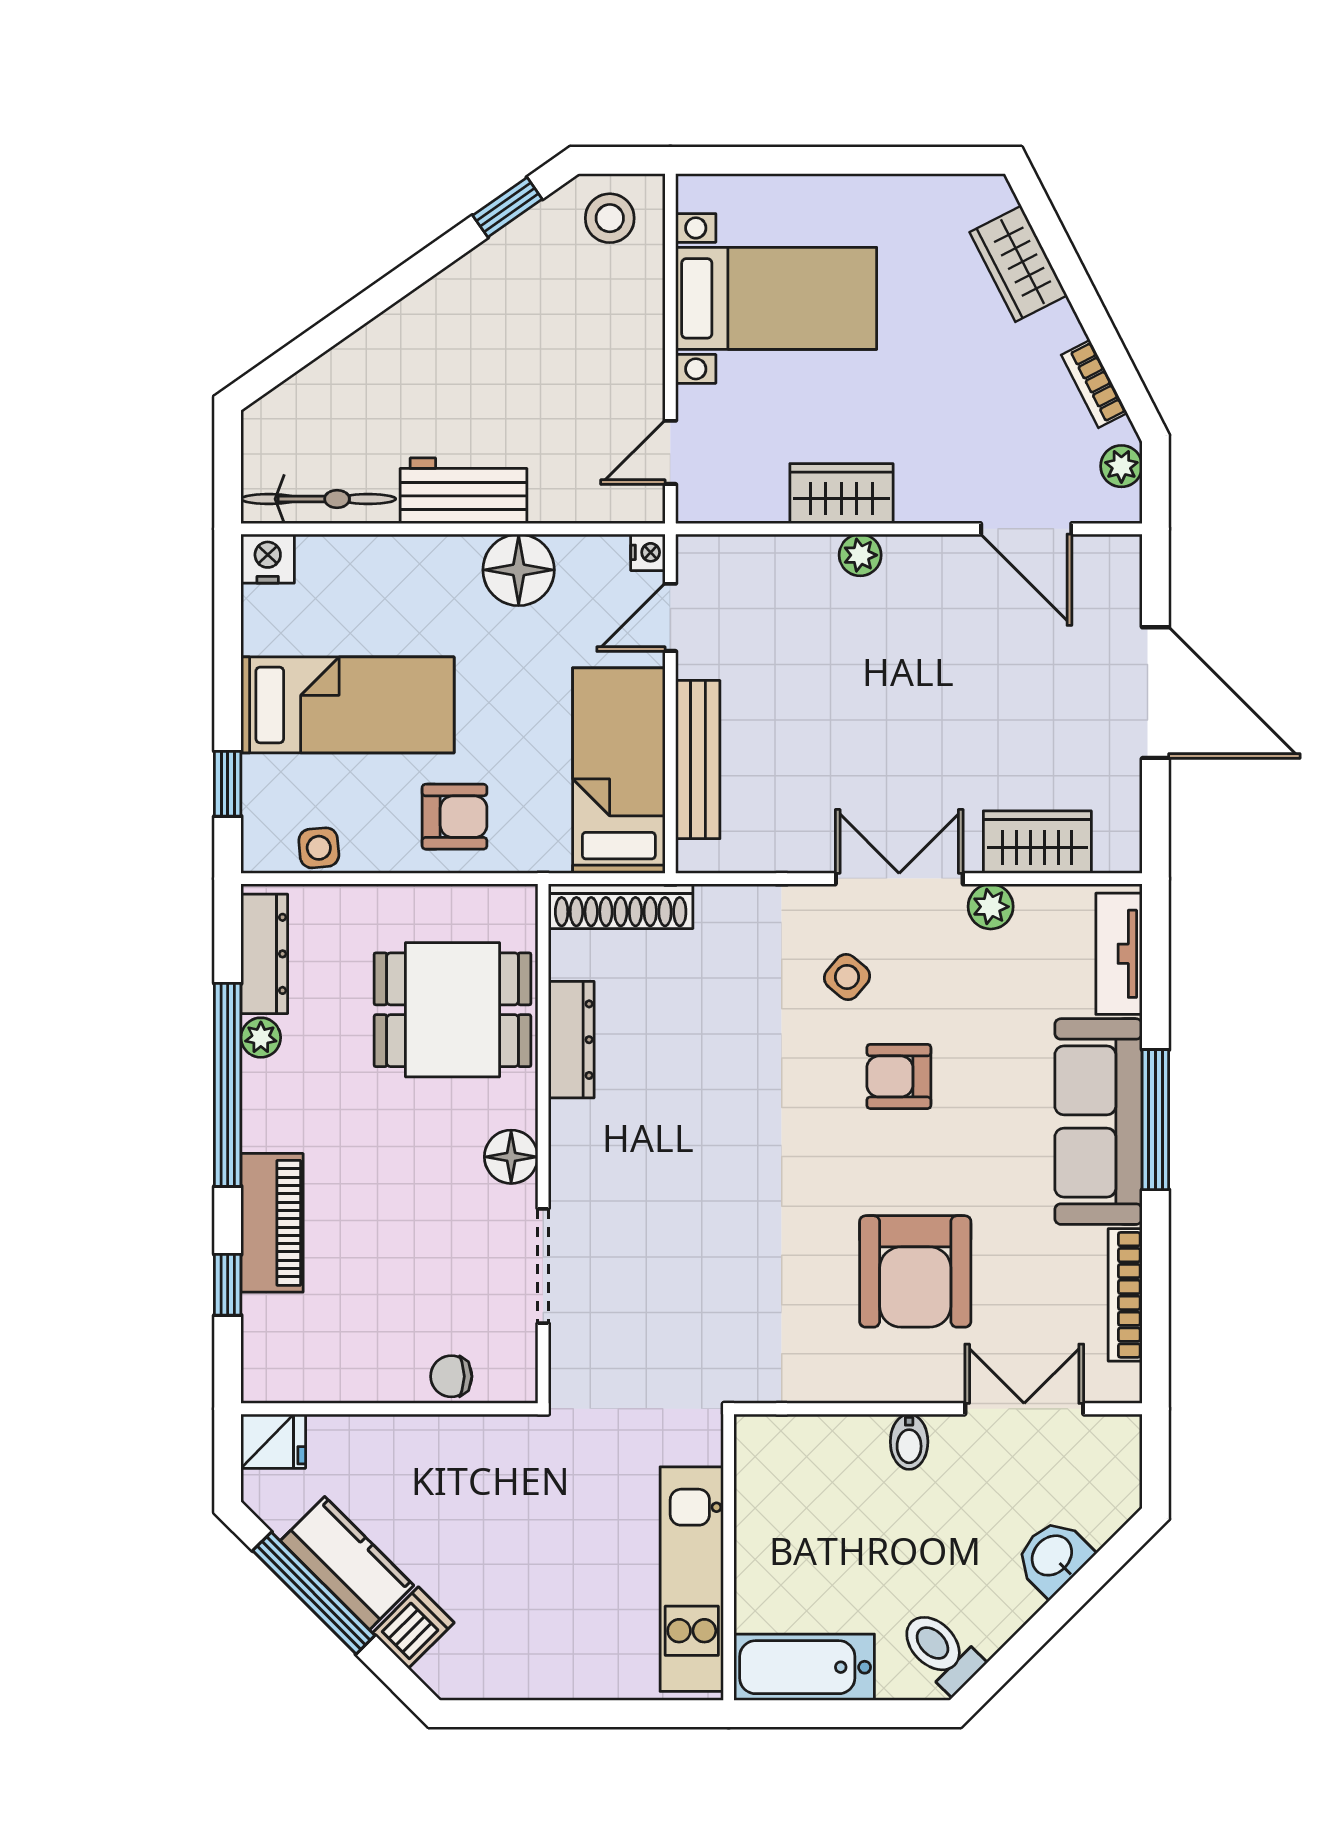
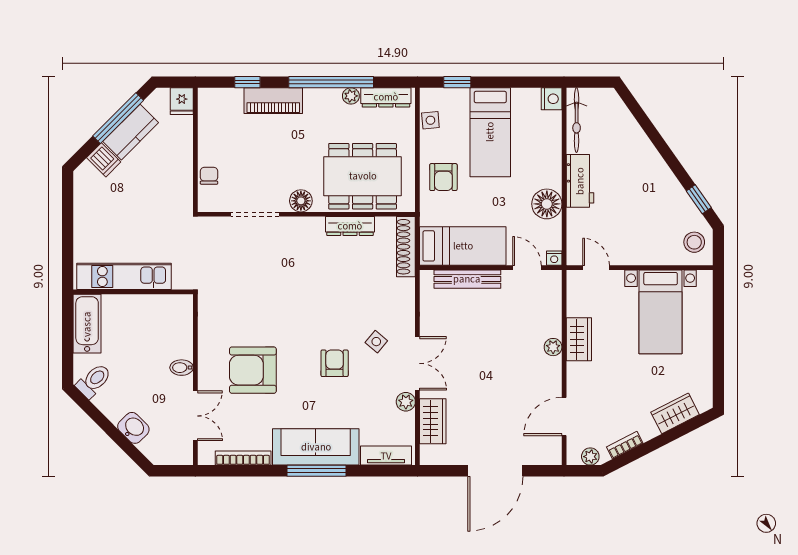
dining table: (453, 1010) -> (363, 176), width x1.38

